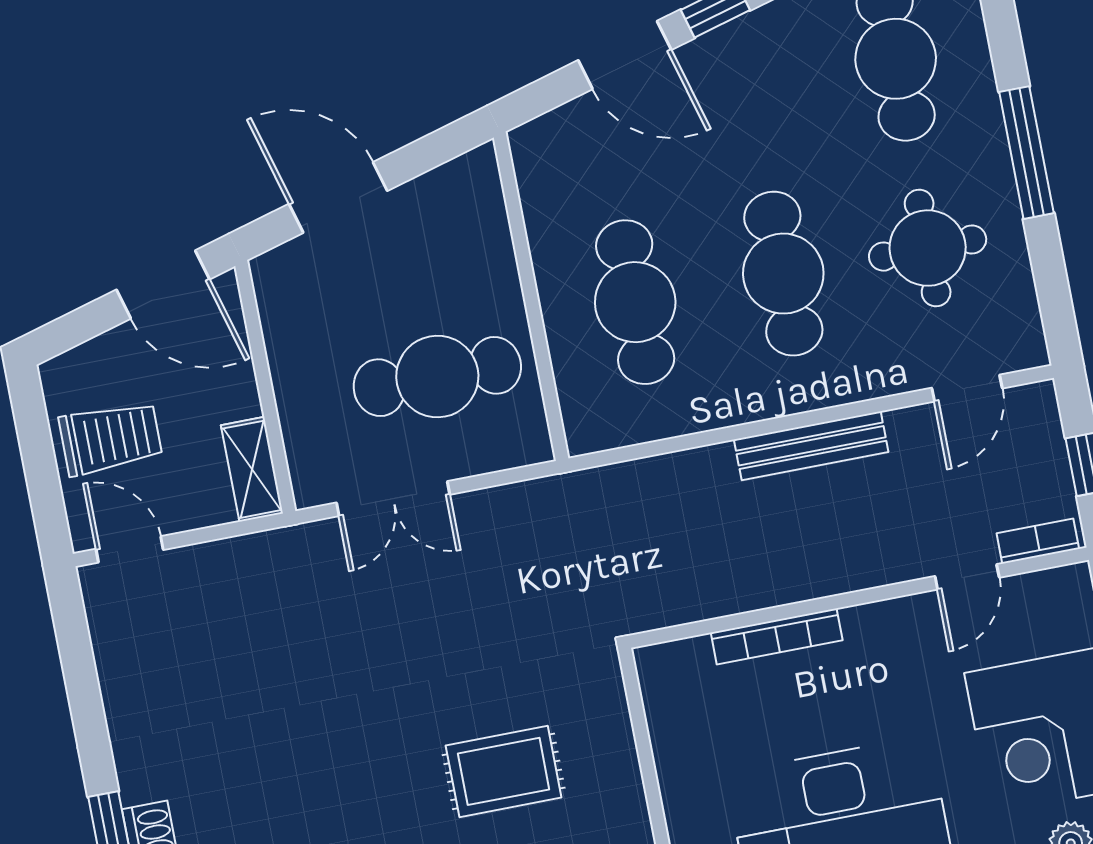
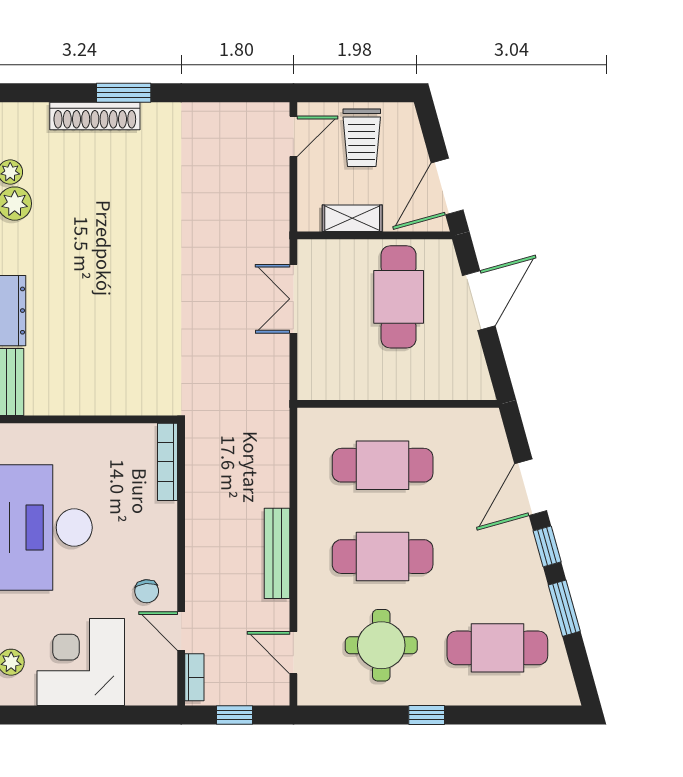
window: (1026, 153) -> (427, 715), width x0.46
cafe table: (437, 377) -> (399, 297), moved
shelving: (252, 469) -> (352, 218), moved
bookcase: (777, 636) -> (168, 462), moved
chair: (913, 645) -> (147, 591), added
rug: (504, 771) -> (119, 333), removed

